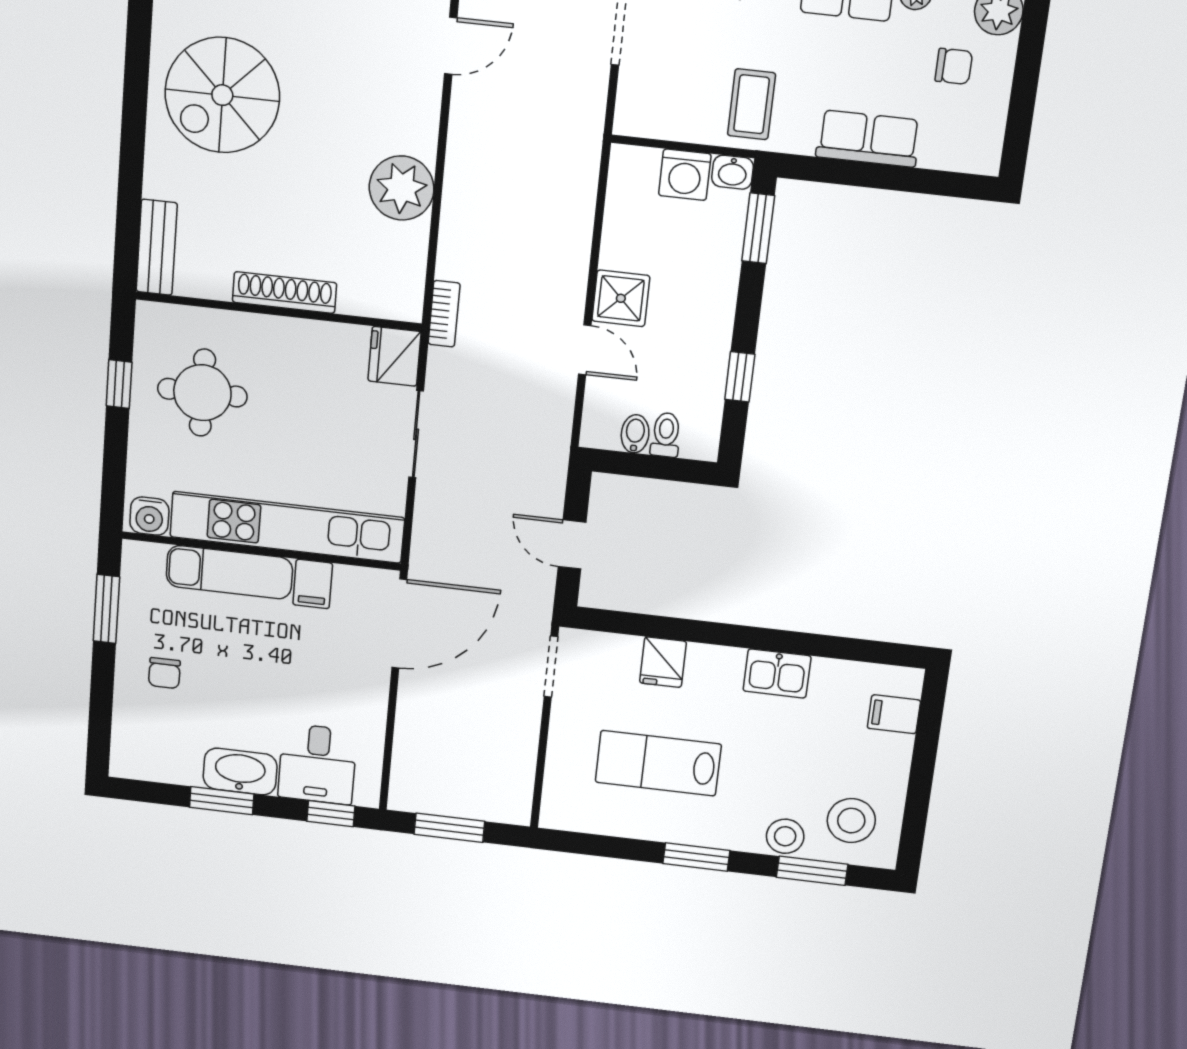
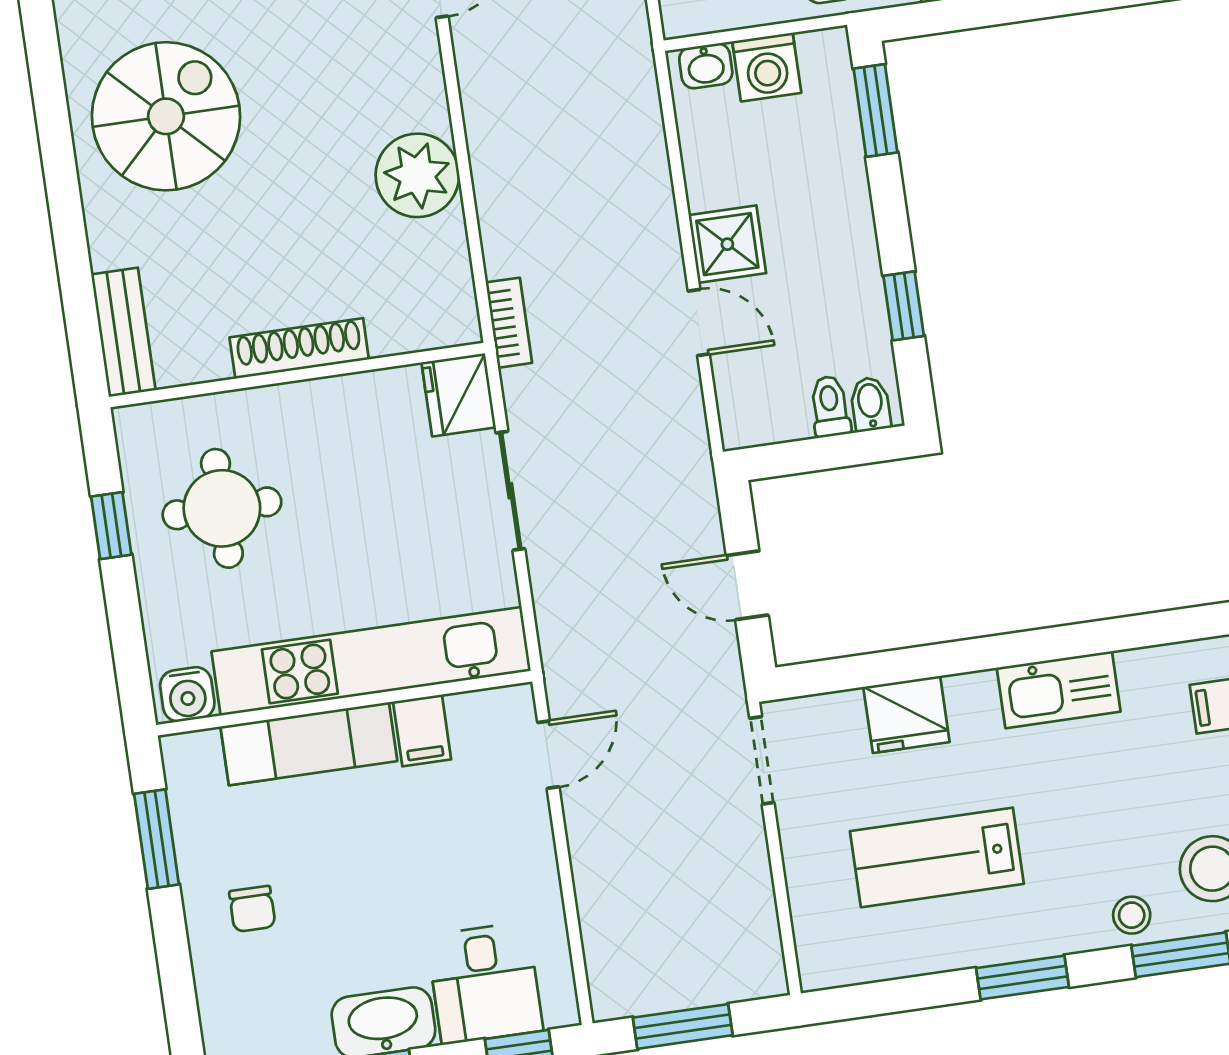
spiral stairs: (222, 95) -> (166, 116), turned 180
washbasin: (733, 172) -> (706, 66), moved
bidet: (635, 434) -> (870, 404), moved
door: (399, 624) -> (548, 755), width x0.53
fridge: (663, 662) -> (906, 714), width x1.38
kitchen sink: (777, 673) -> (1059, 690), width x1.38
stool: (785, 836) -> (1132, 915), width x0.73, depth x0.73

